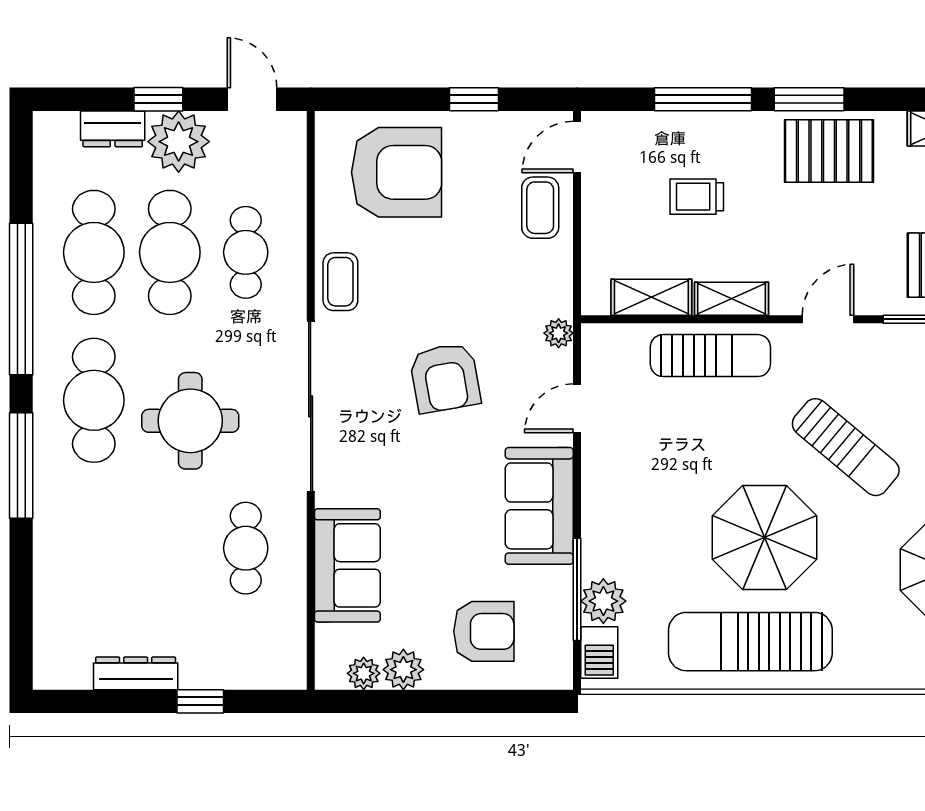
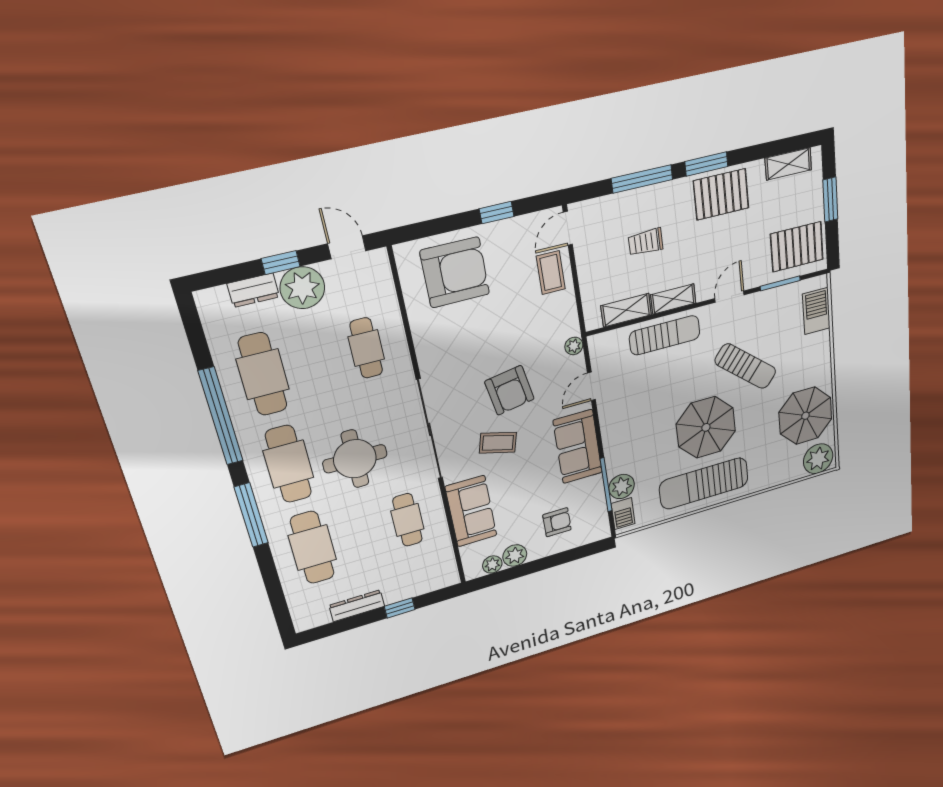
cafe table: (170, 252) -> (312, 548), moved
coffee table: (340, 282) -> (498, 443), moved, turned -75
armchair: (484, 631) -> (557, 522), width x0.72, depth x0.72

